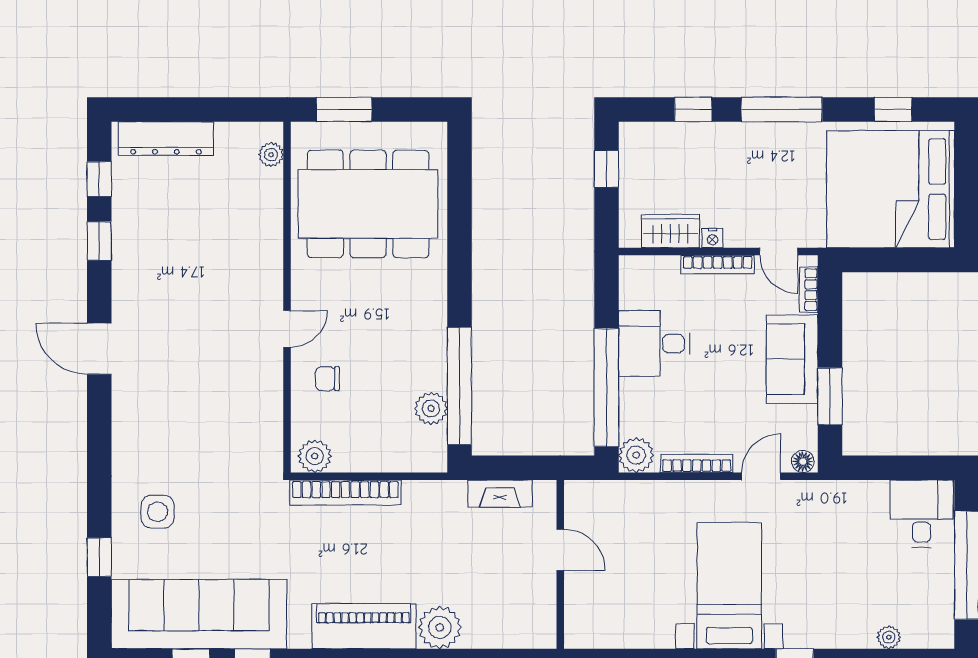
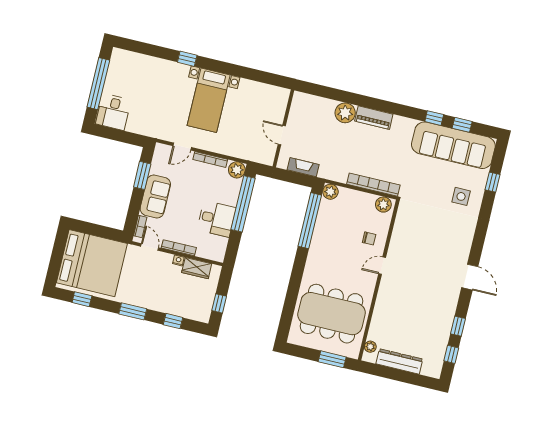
window: (782, 109) -> (133, 311), width x0.69
dresser: (166, 139) -> (399, 361), moved
plant: (431, 408) -> (330, 192), moved
floor lamp: (803, 462) -> (162, 149), removed
piano: (364, 626) -> (374, 118), width x0.73, depth x0.75
plant: (889, 637) -> (142, 59), removed

